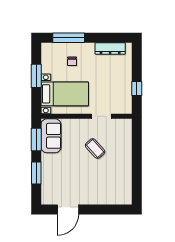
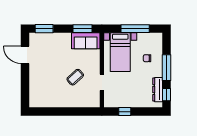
window: (69, 38) -> (167, 68), moved
window: (116, 38) -> (167, 95), added
window: (36, 76) -> (135, 29), width x1.44
window: (36, 173) -> (44, 29), moved

